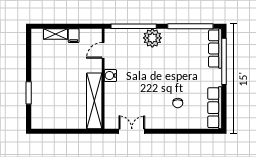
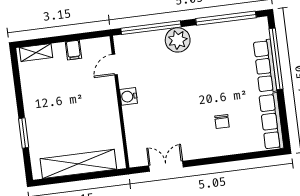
shelving: (56, 34) -> (36, 53), moved
row of seats: (215, 48) -> (265, 66), moved
shelving: (94, 101) -> (78, 164), moved, turned 90

